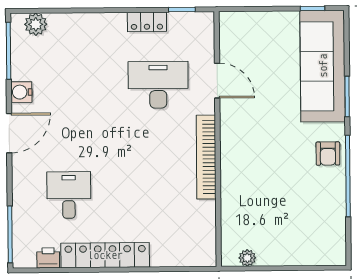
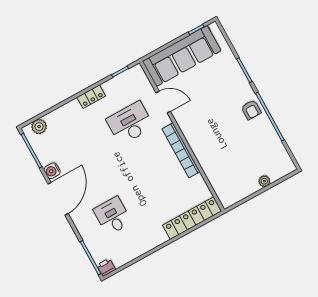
locker: (147, 22) -> (91, 97), moved
sofa: (323, 66) -> (182, 56), moved, turned -90
door: (9, 133) -> (58, 199), width x1.36
locker: (105, 255) -> (192, 218), moved
printer: (48, 258) -> (106, 267), moved
plant: (247, 258) -> (264, 181), moved

